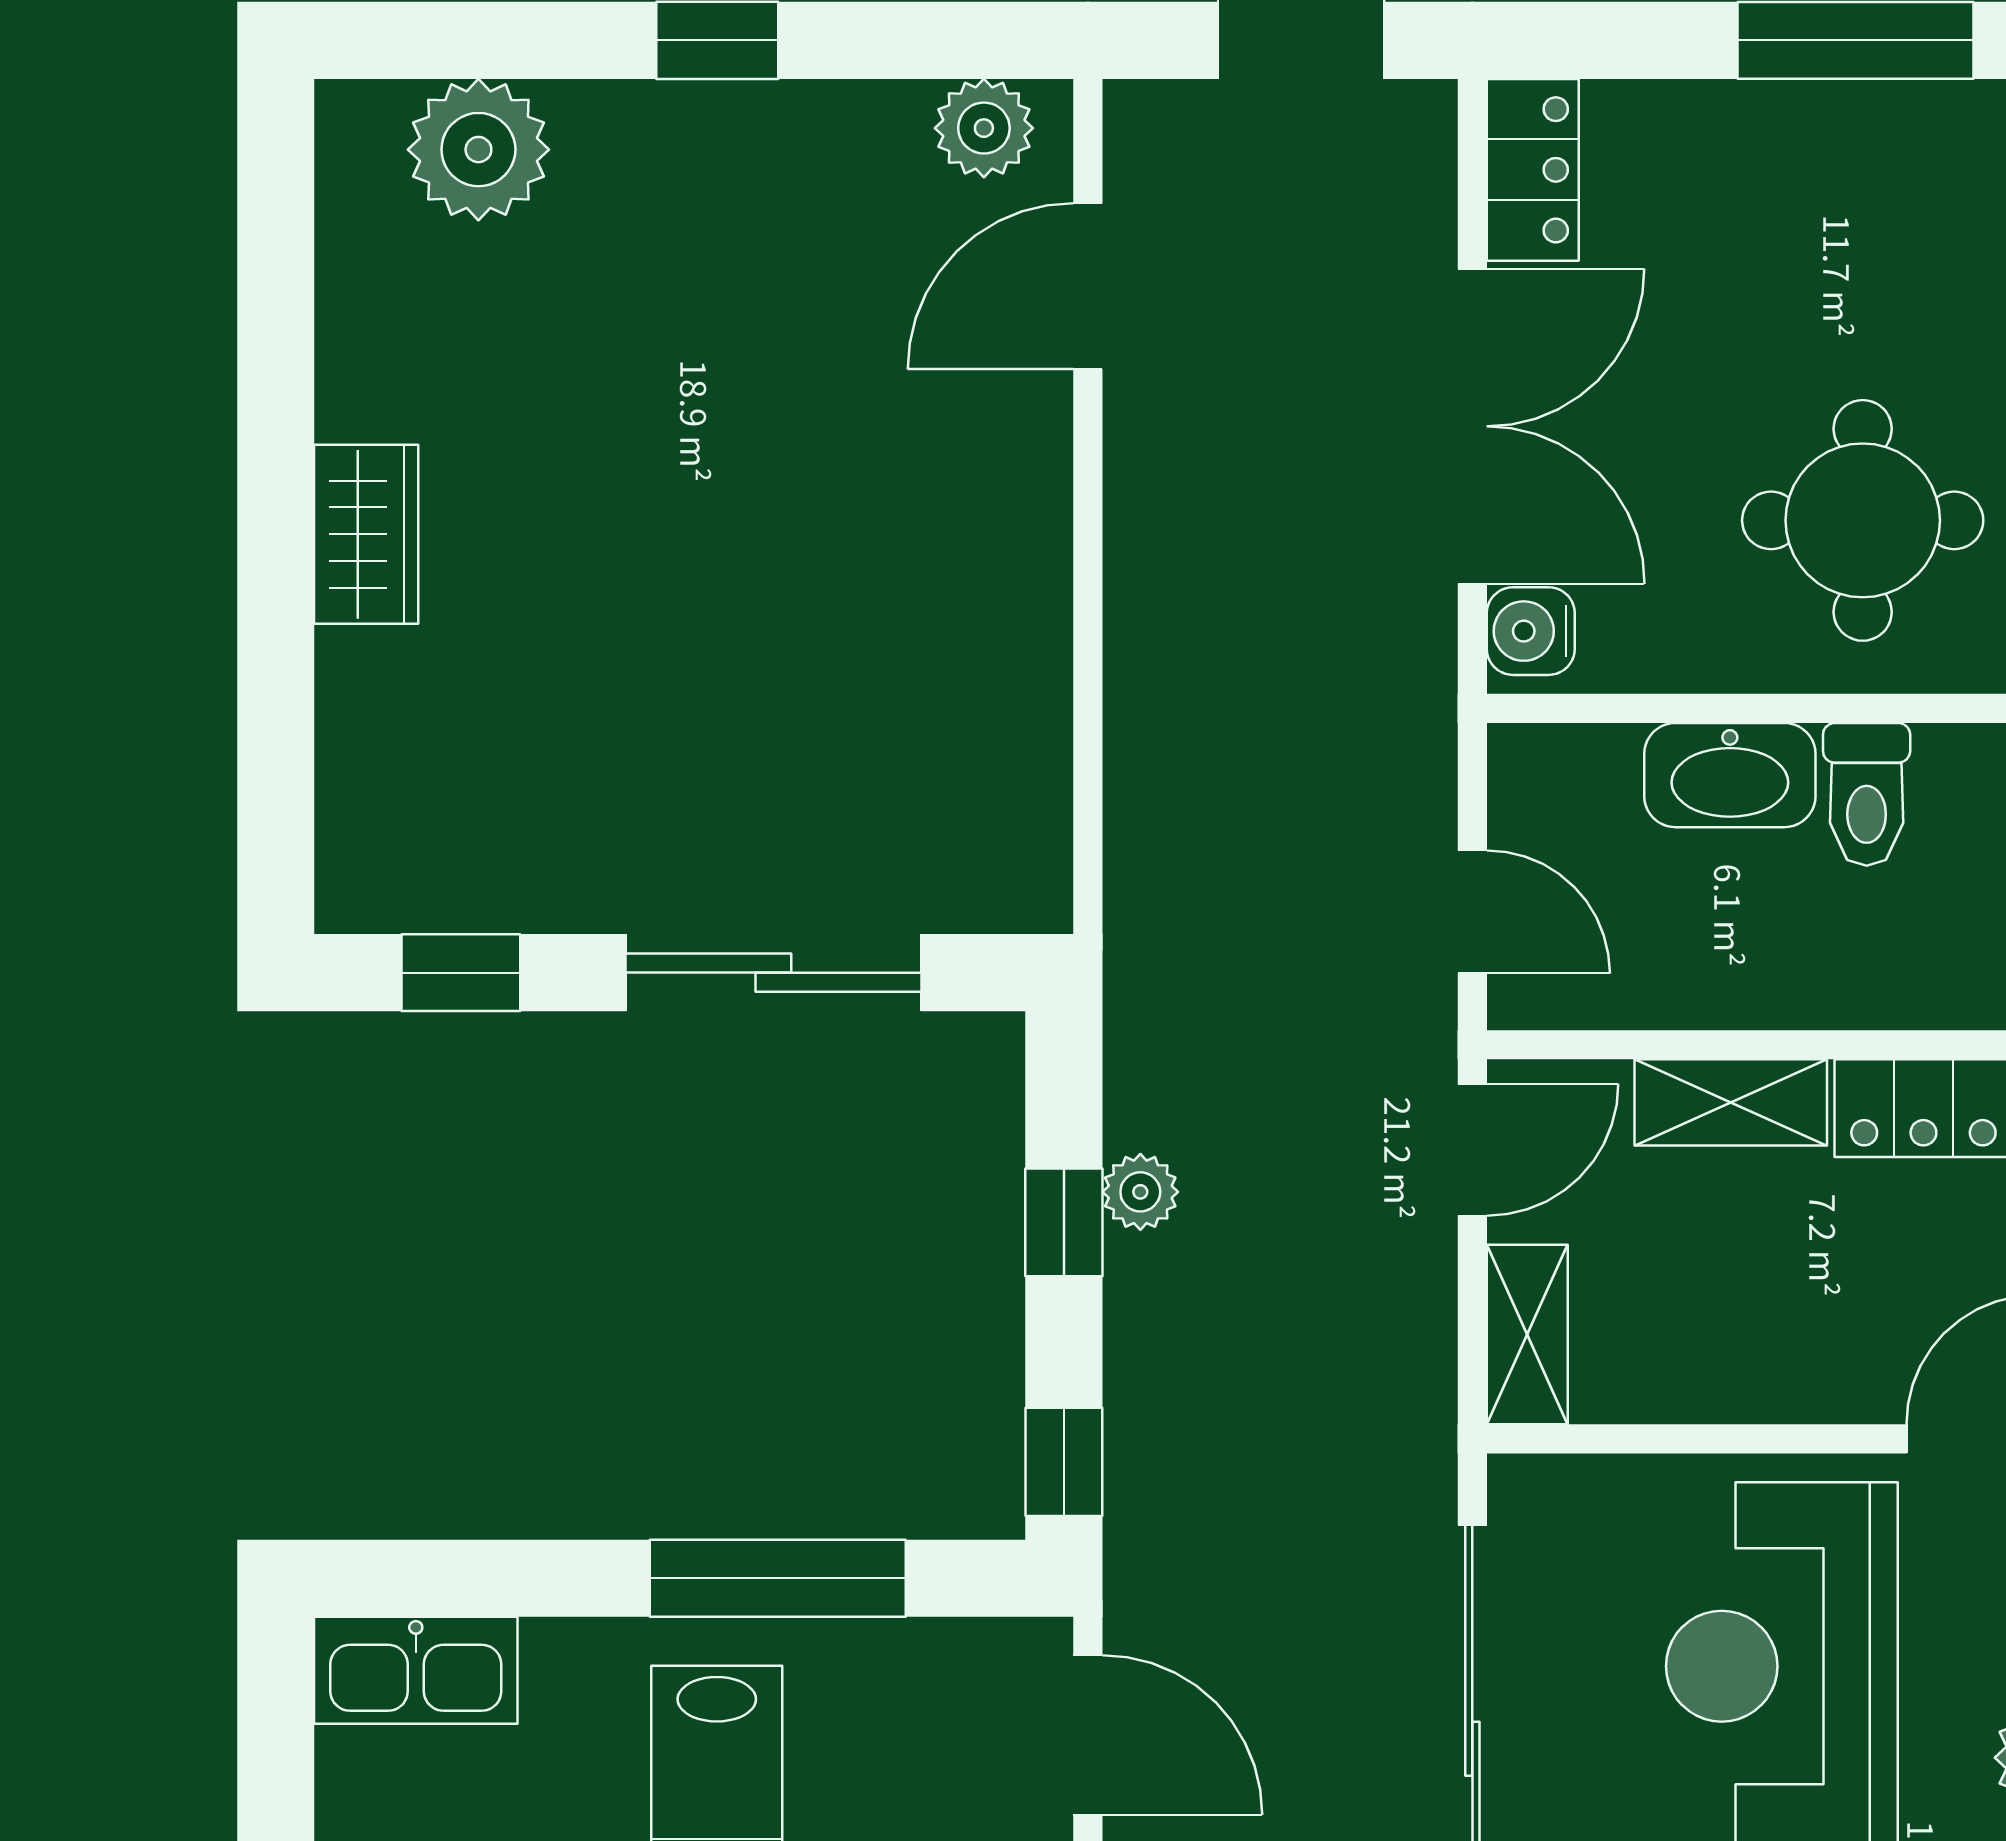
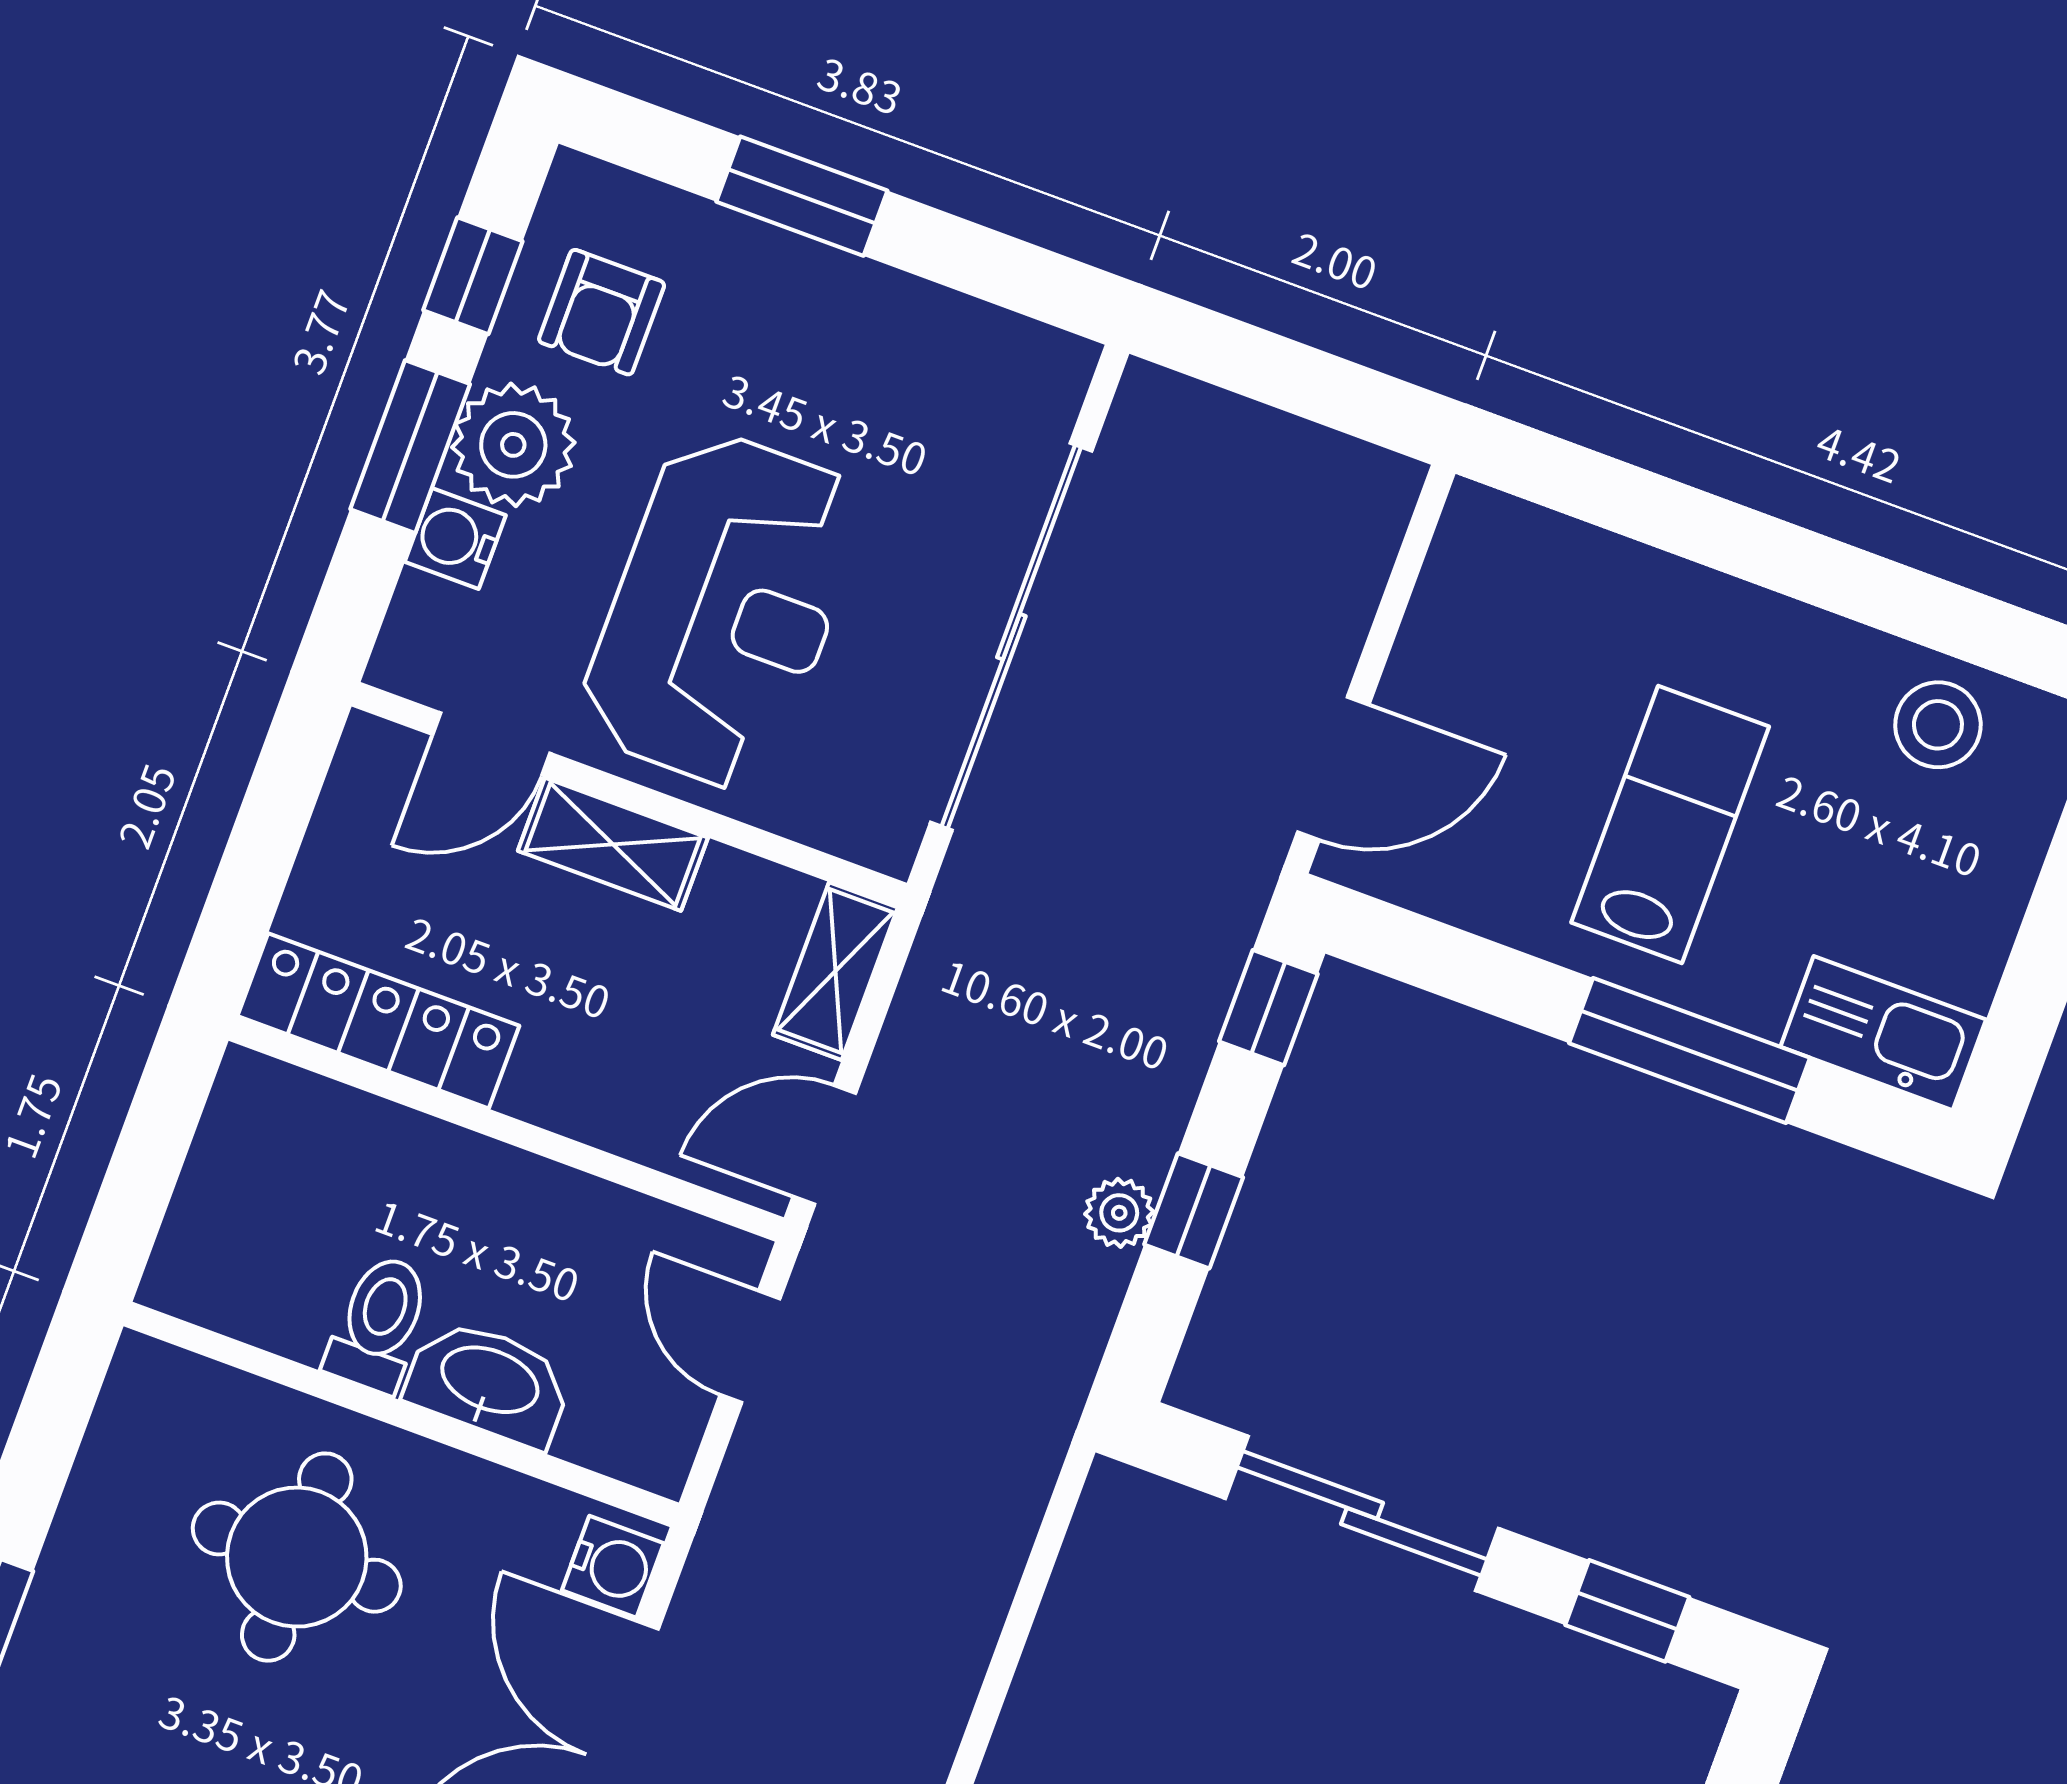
shelving: (1731, 1102) -> (613, 844), moved
window: (778, 1578) -> (1689, 1051), moved
door: (1088, 1735) -> (1333, 768), swing flipped

